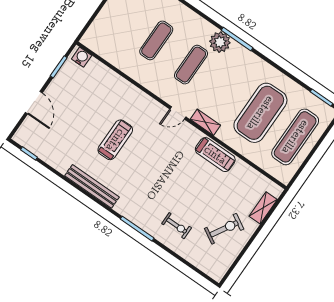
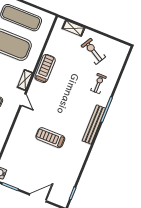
bench: (92, 186) -> (94, 124), moved

